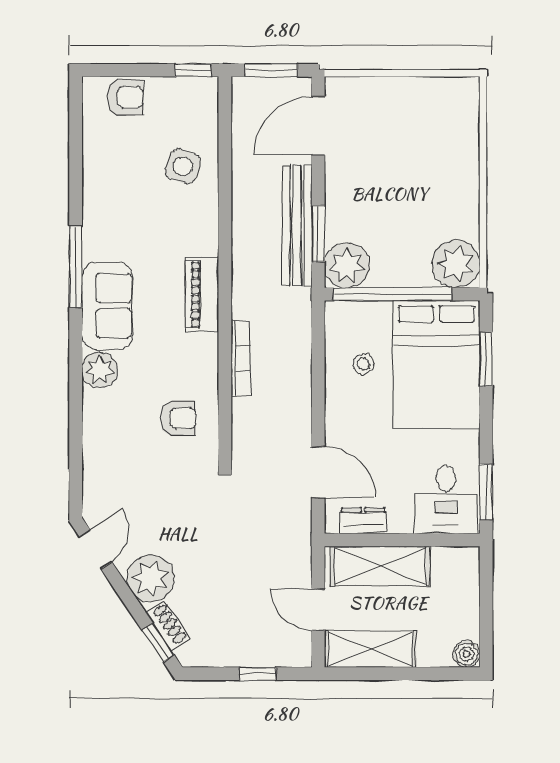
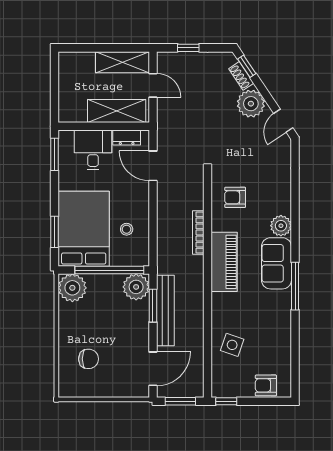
chair: (428, 142) -> (89, 359), added
piano: (202, 295) -> (224, 262), width x1.37, depth x1.33
desk: (446, 500) -> (93, 150), moved
boiler: (467, 654) -> (66, 59), removed

